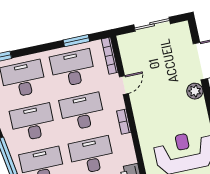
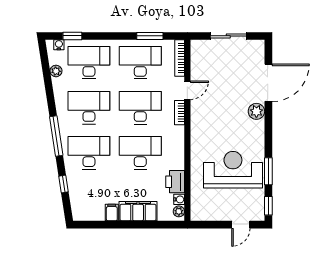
bookcase: (124, 122) -> (180, 113), moved

